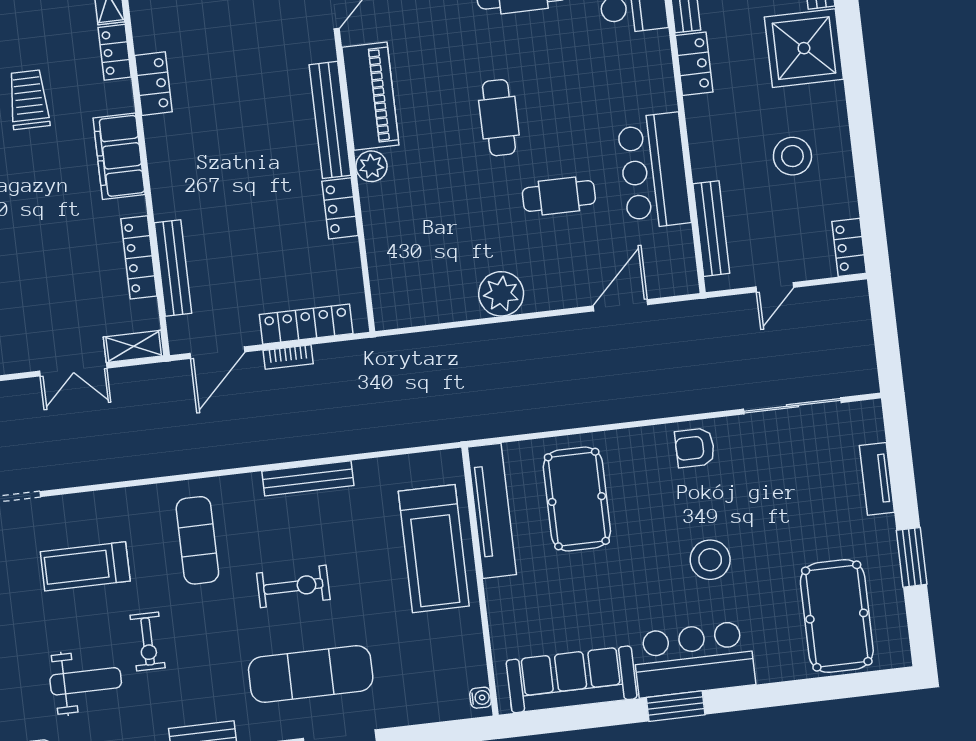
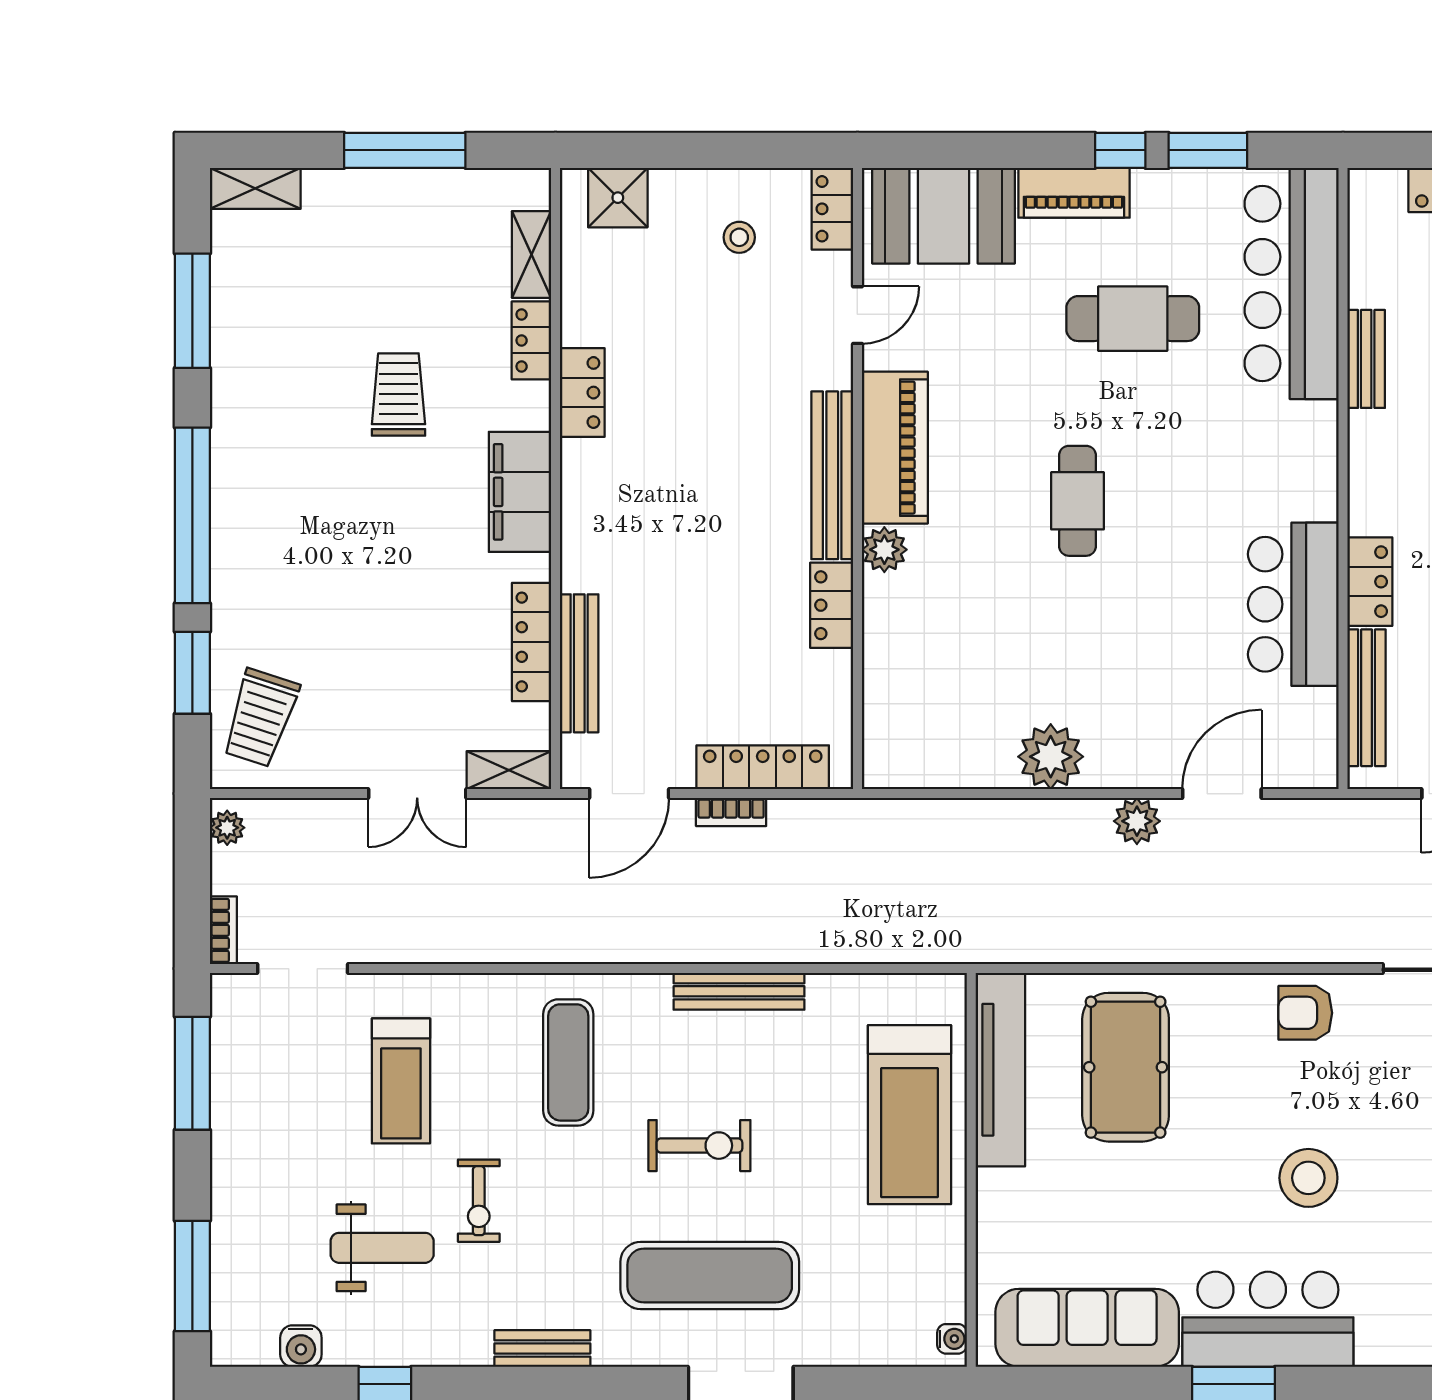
locker: (694, 64) -> (1370, 582), moved
cafe table: (559, 196) -> (1151, 625), removed
plant: (565, 331) -> (1137, 821), added
treadmill: (85, 566) -> (401, 1081), turned -90

